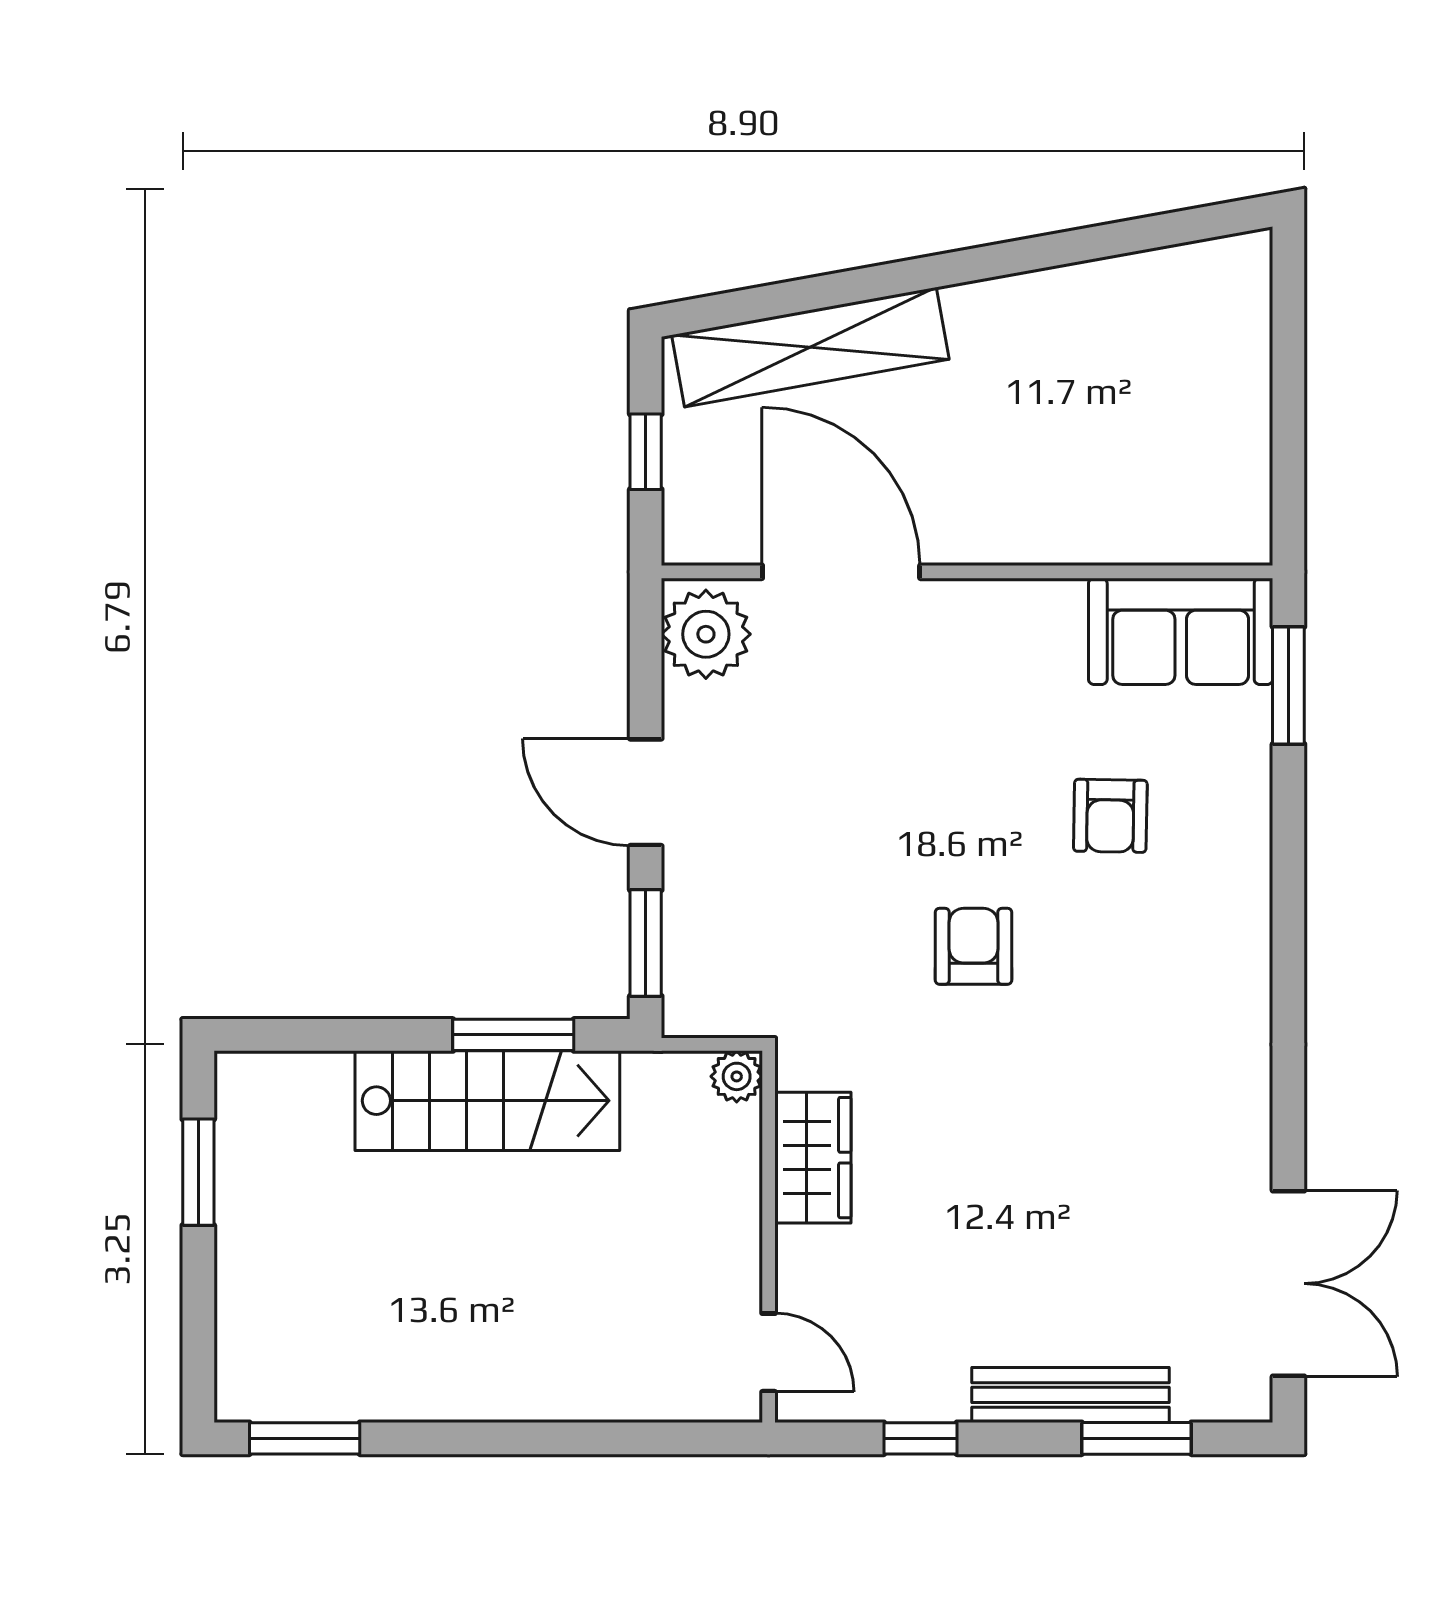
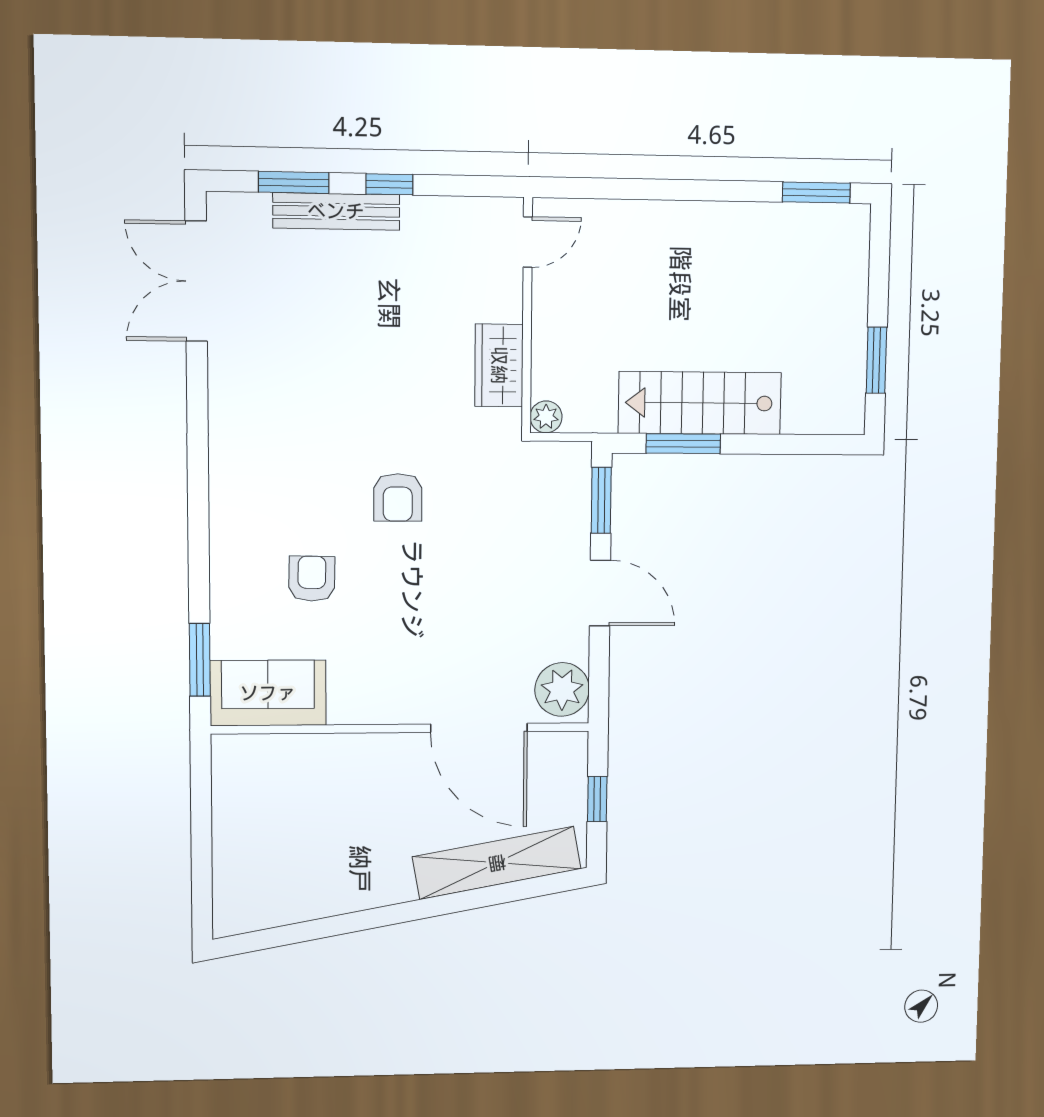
door: (769, 1352) -> (528, 242), swing flipped
window: (920, 1438) -> (389, 184), moved

